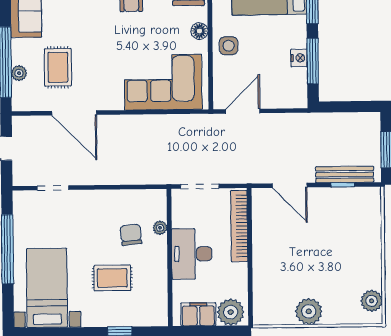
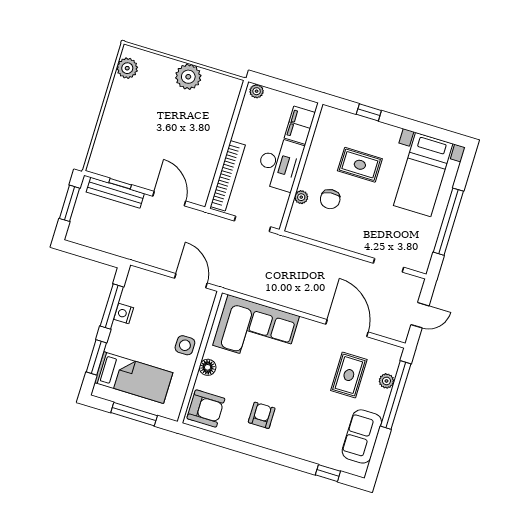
door: (243, 111) -> (191, 281), swing flipped
plant: (231, 312) -> (257, 91), width x0.53, depth x0.53
filing cabinet: (198, 314) -> (300, 125), moved, turned 90

